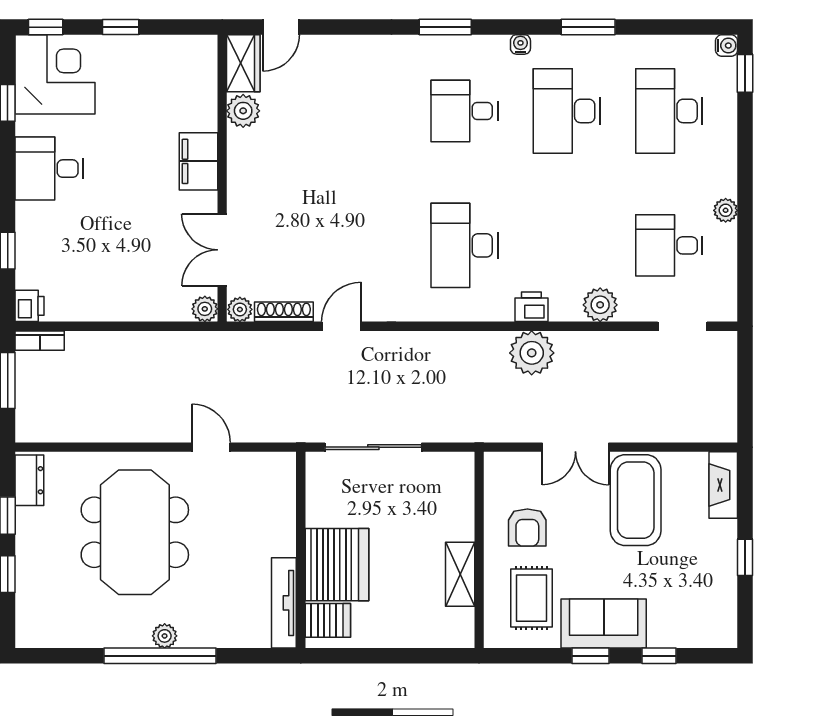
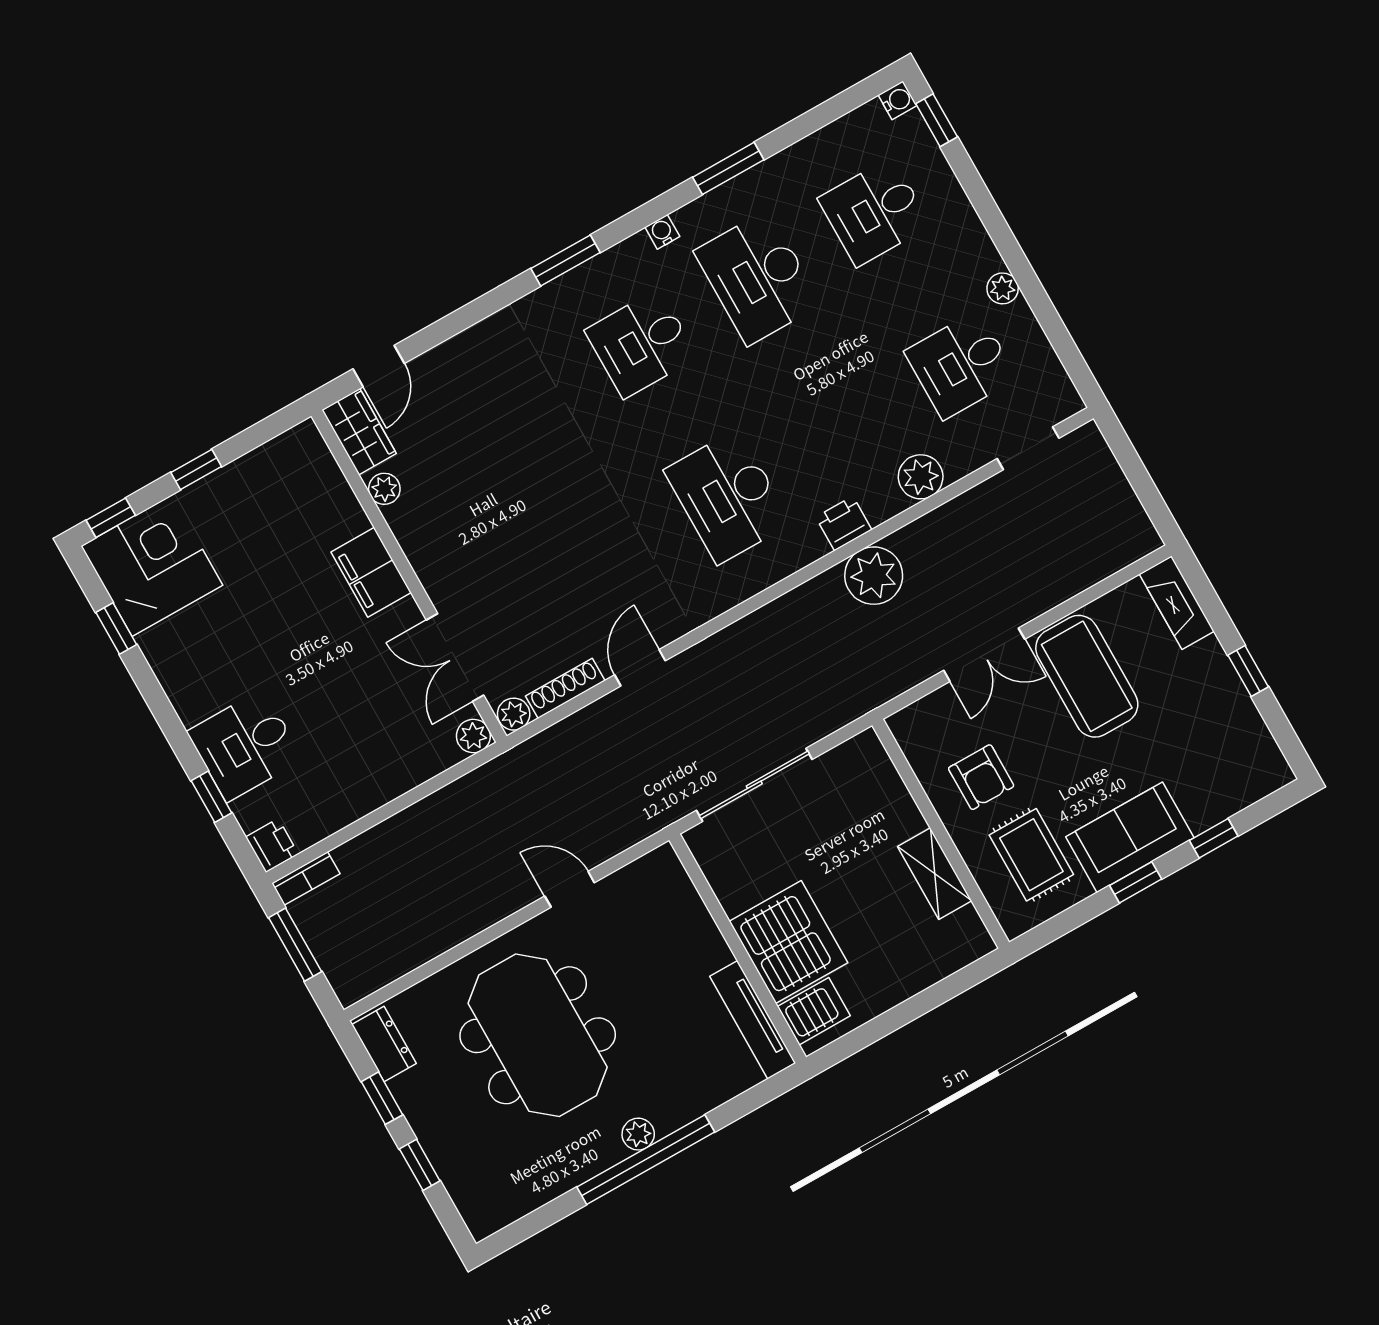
plant: (243, 111) -> (384, 489), width x0.73, depth x0.73
desk: (669, 111) -> (874, 212), width x0.73
desk: (49, 169) -> (245, 745), moved

